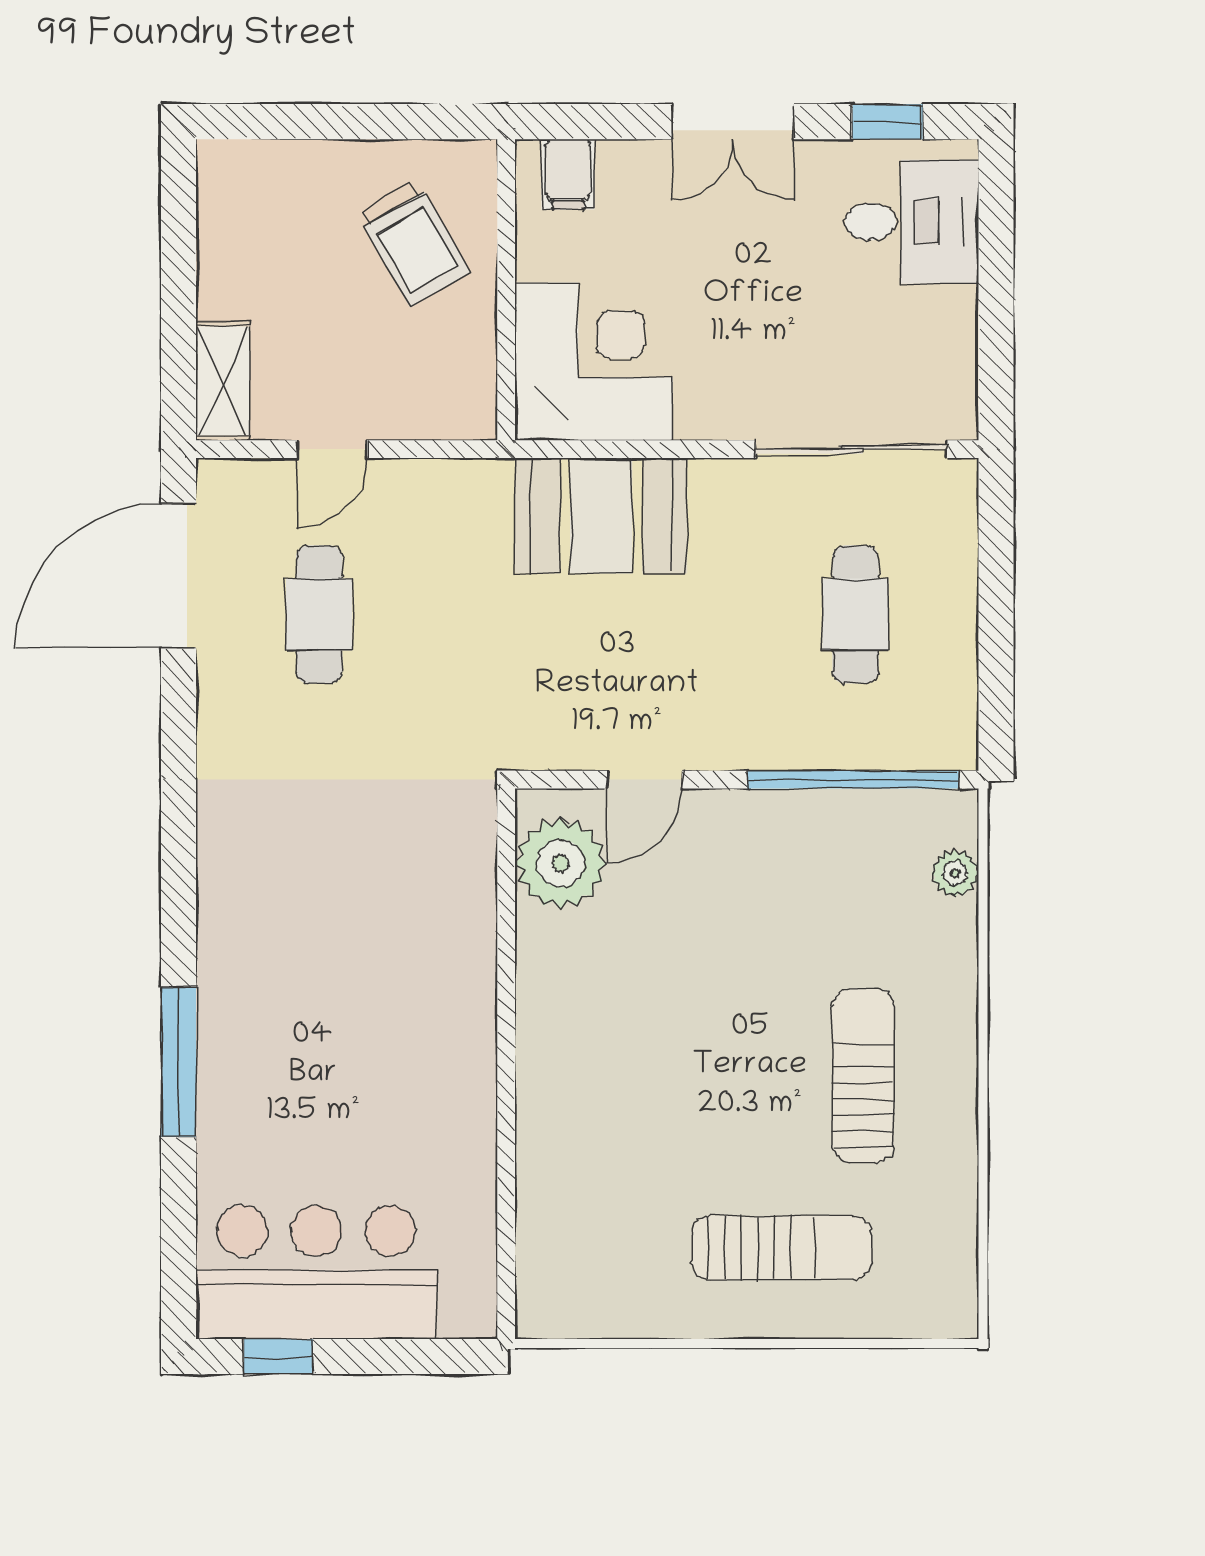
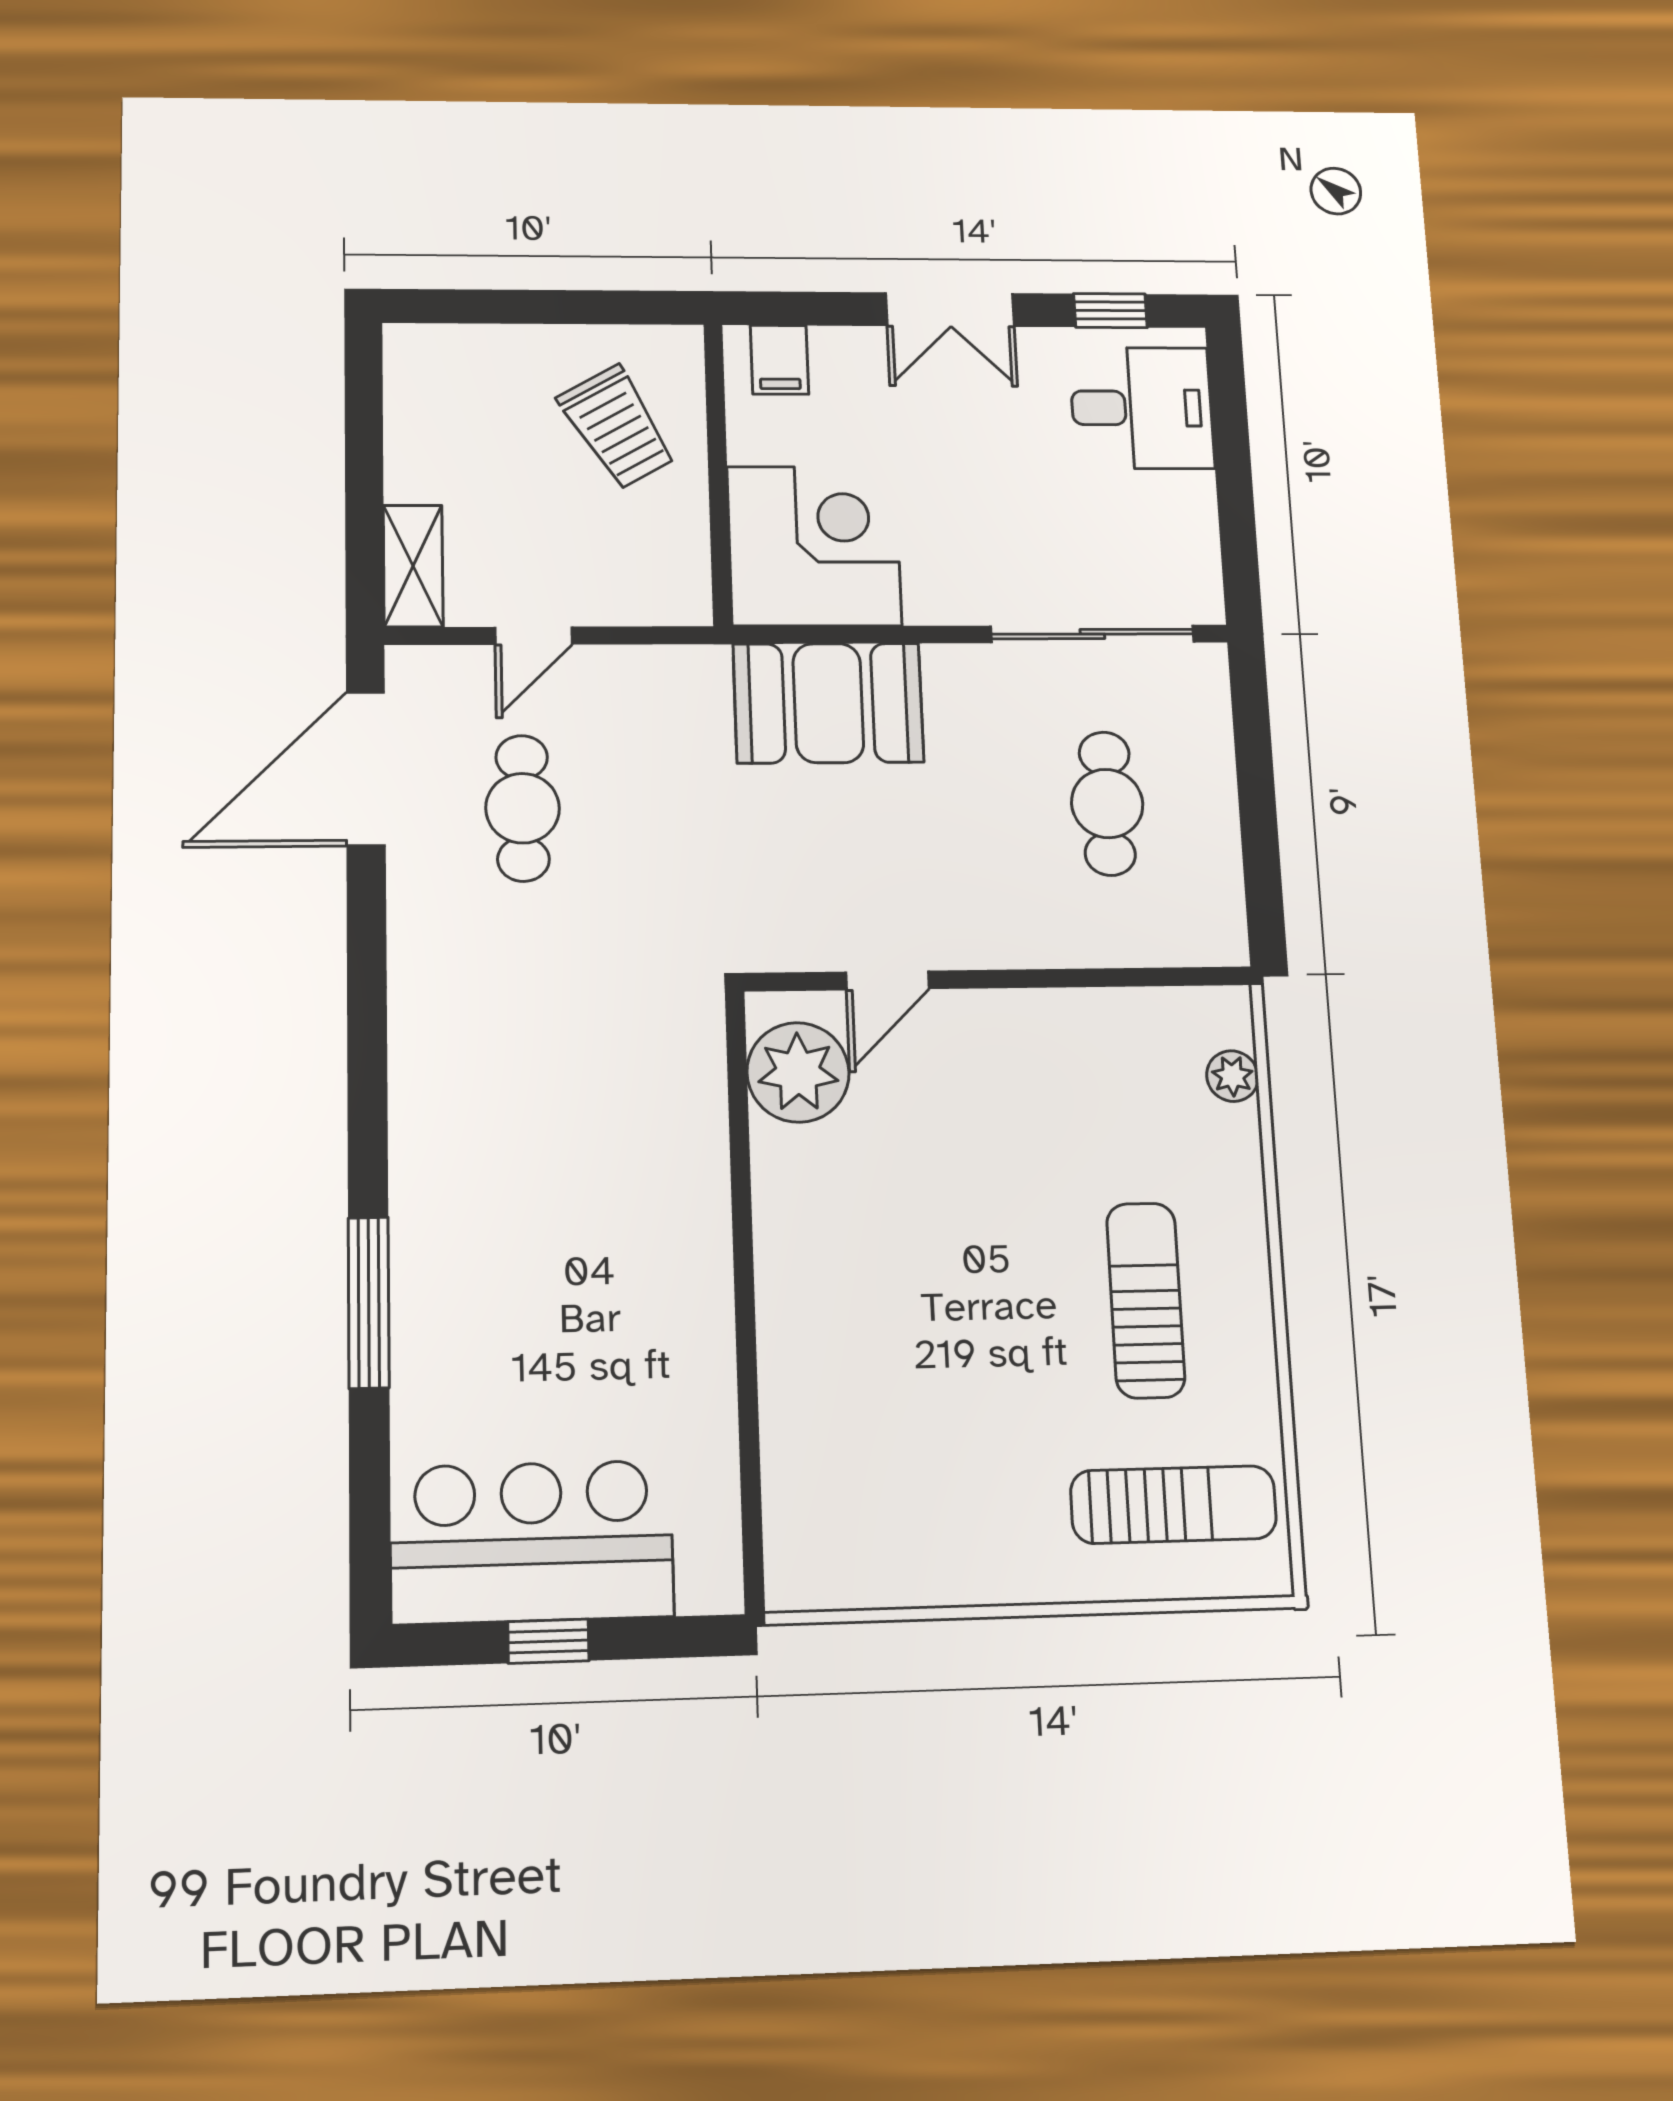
window: (853, 780) -> (1115, 977), removed
sun lounger: (782, 1248) -> (1174, 1505), moved
window: (279, 1356) -> (548, 1641), moved

